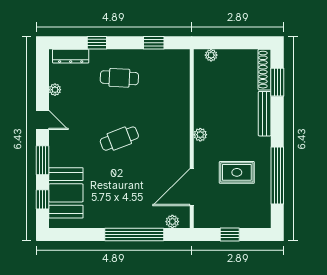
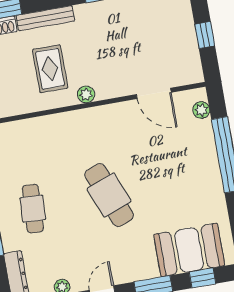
cafe table: (119, 139) -> (109, 195), width x1.37, depth x1.35
rug: (237, 172) -> (50, 69), moved
door: (192, 187) -> (154, 93), width x0.73

